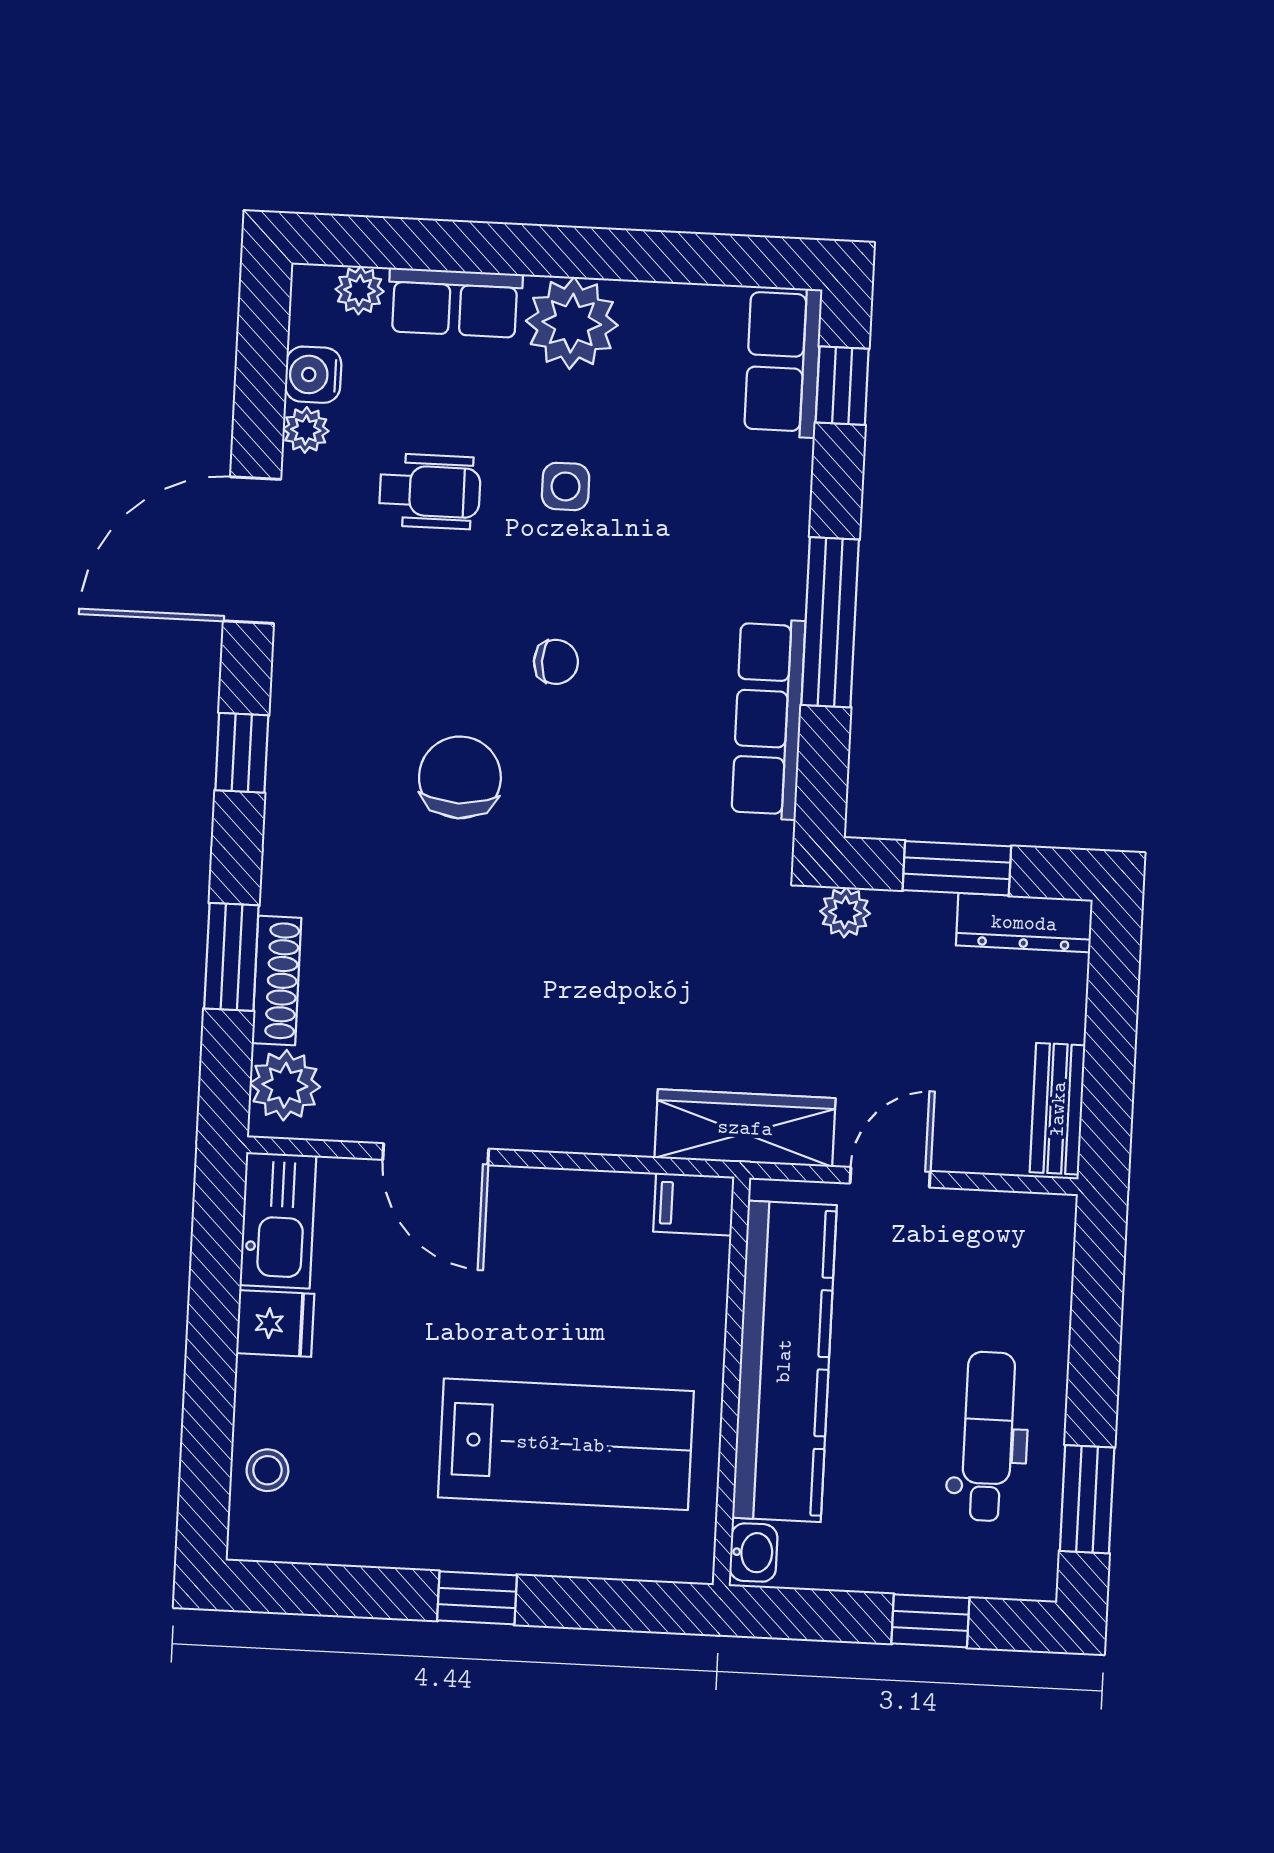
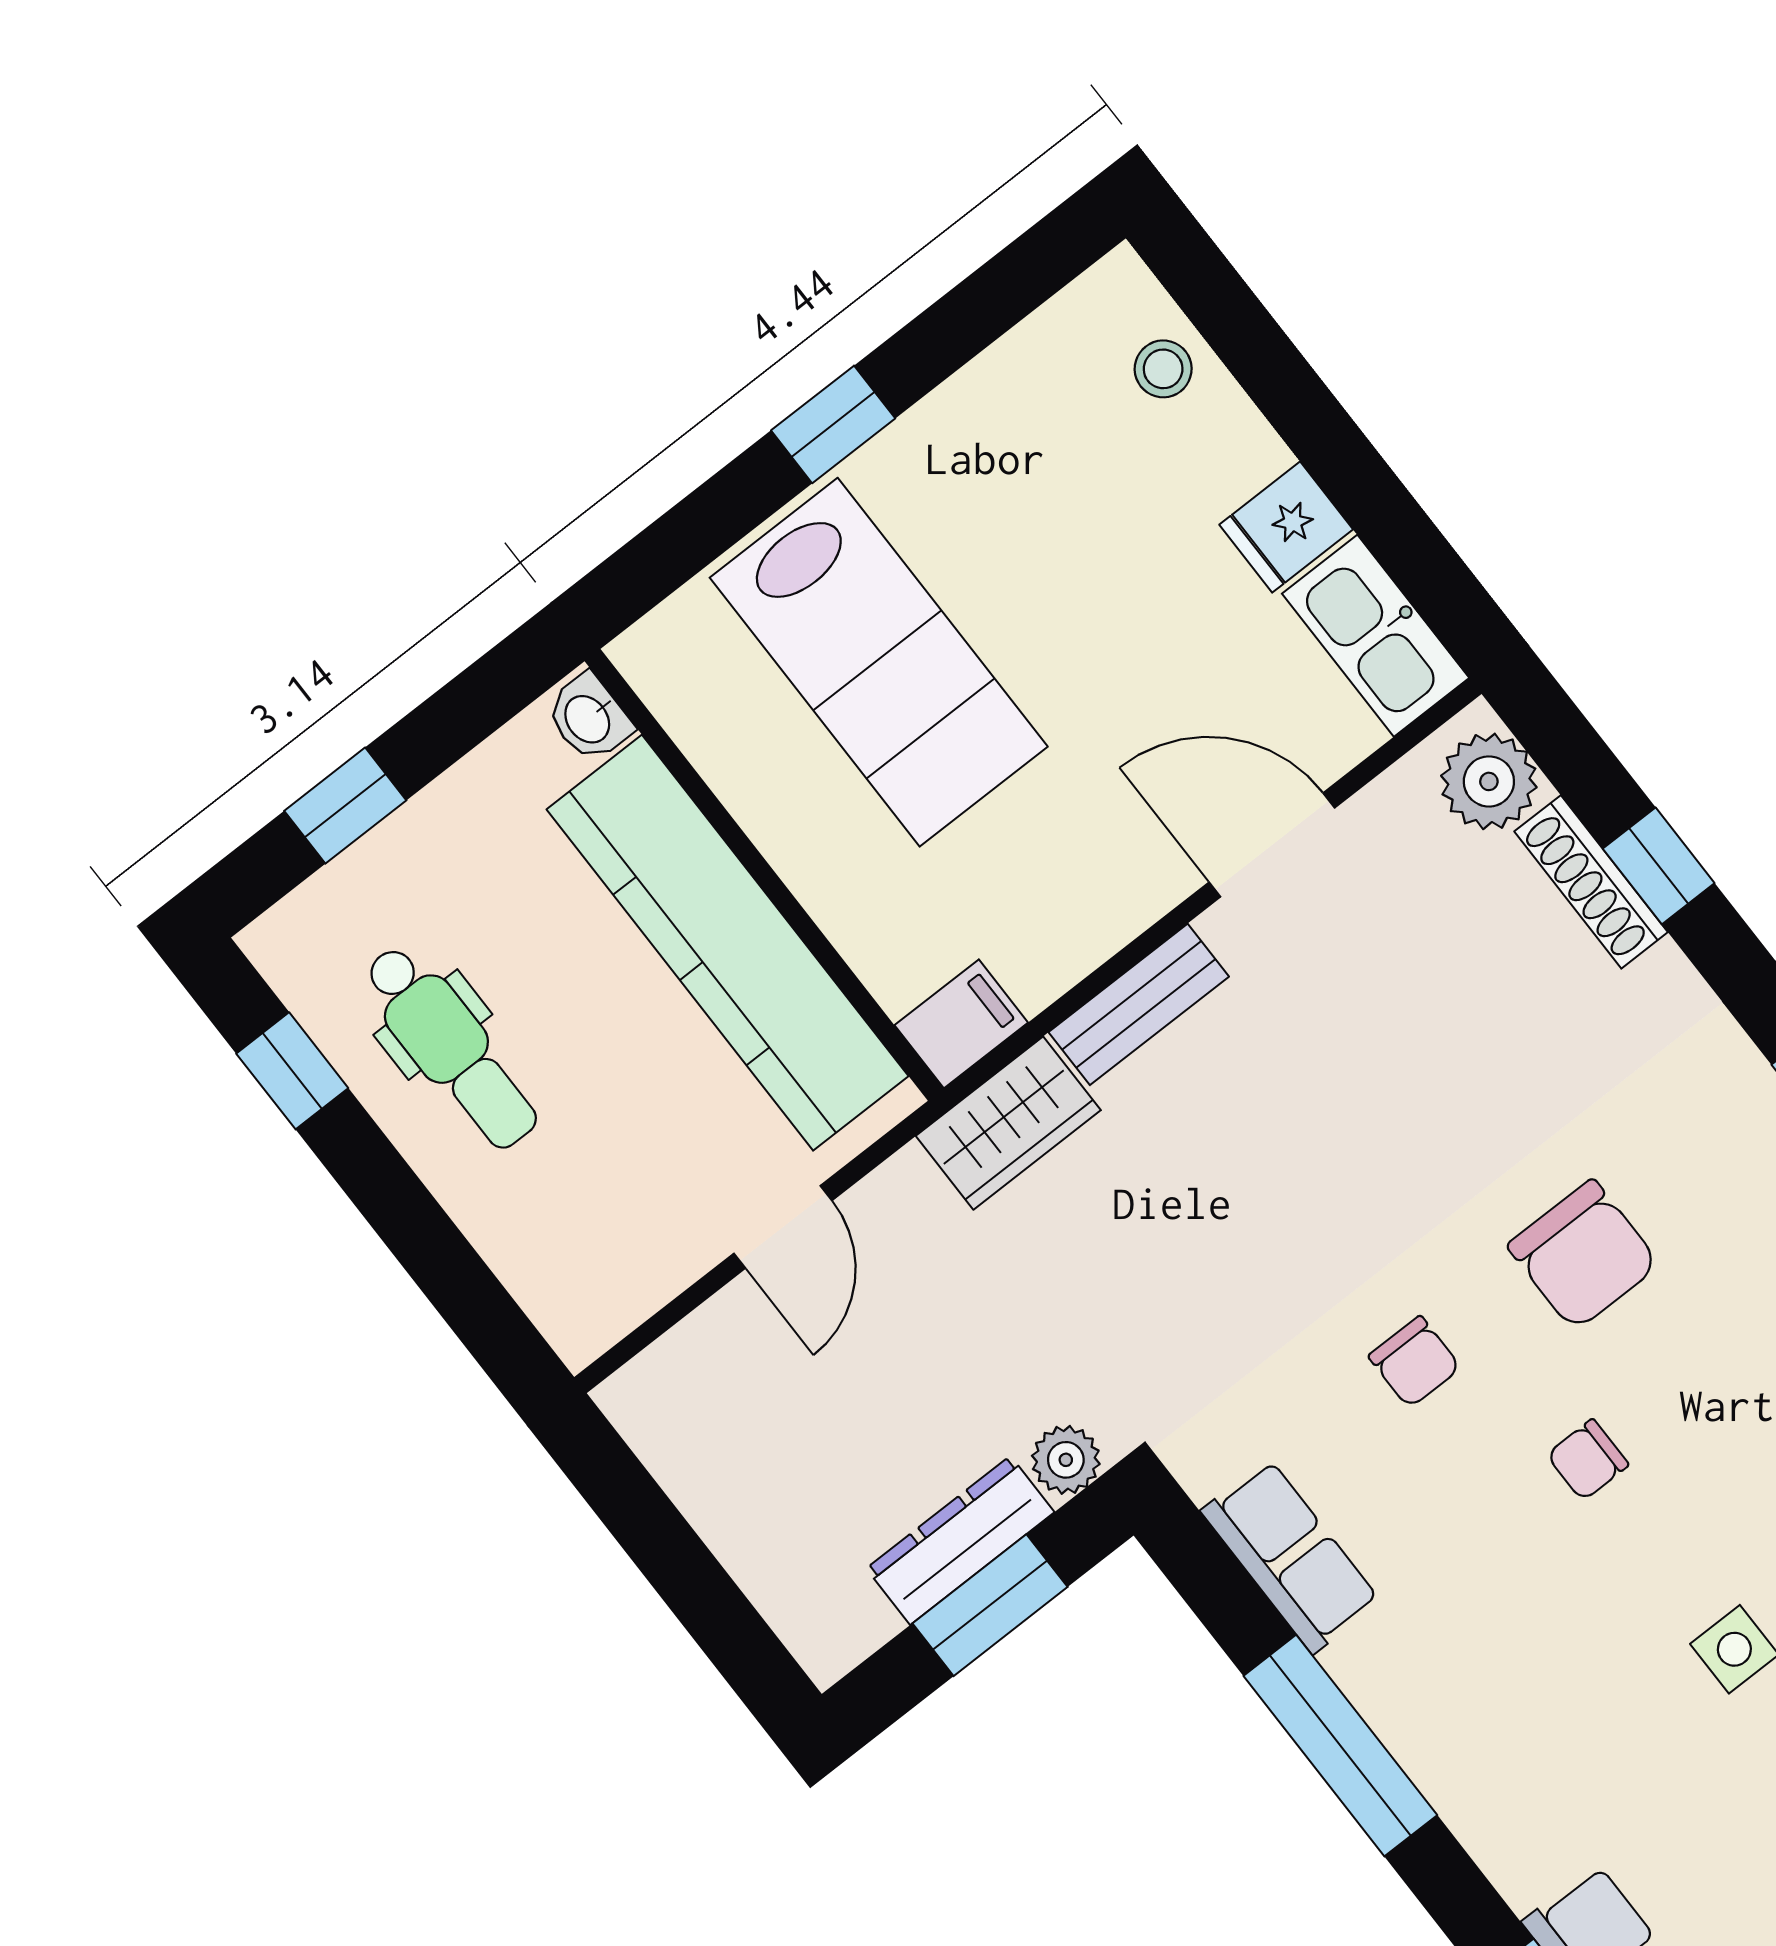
row of seats: (768, 719) -> (1291, 1556), width x0.68
chair: (605, 799) -> (1415, 1362), added
dresser: (1024, 923) -> (960, 1540), moved
window: (231, 957) -> (1659, 866), width x0.67
bench: (1058, 1109) -> (1139, 1004), moved, turned 90
wardrobe: (745, 1128) -> (1008, 1123), width x0.67
lab bench: (566, 1444) -> (879, 662), turned -90
window: (1087, 1499) -> (292, 1071), width x0.67

